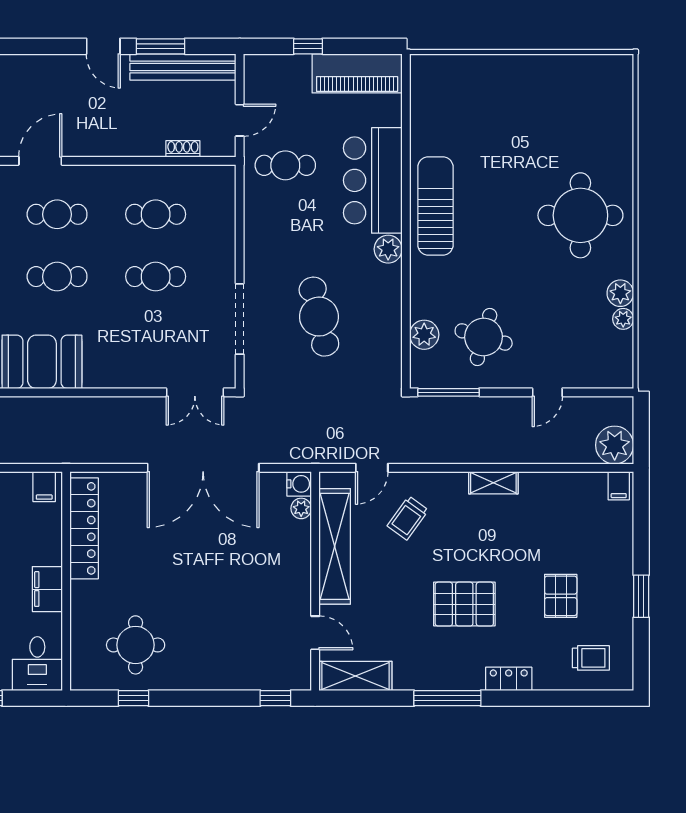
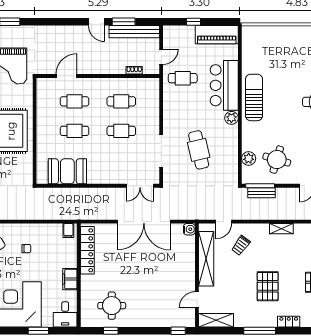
bench: (451, 407) -> (261, 193), added
plant: (301, 508) -> (190, 241), removed
pallet: (464, 604) -> (268, 286), turned 90
door: (315, 633) -> (197, 300), swing flipped

